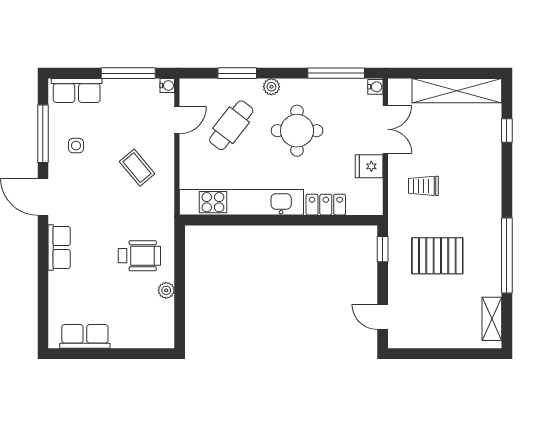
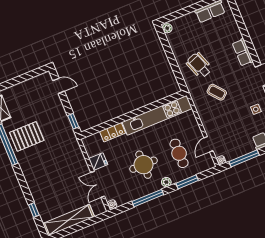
window: (336, 73) -> (148, 198), moved
cafe table: (231, 125) -> (179, 153), turned -38
coffee table: (137, 168) -> (217, 92), moved
trolley: (423, 186) -> (66, 163), removed
wheelchair: (139, 256) -> (199, 65), turned 70
pallet: (437, 256) -> (27, 136), moved
plant: (166, 290) -> (167, 28), moved

